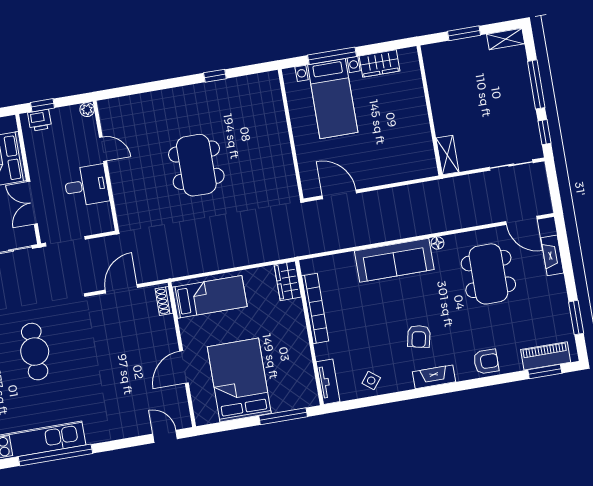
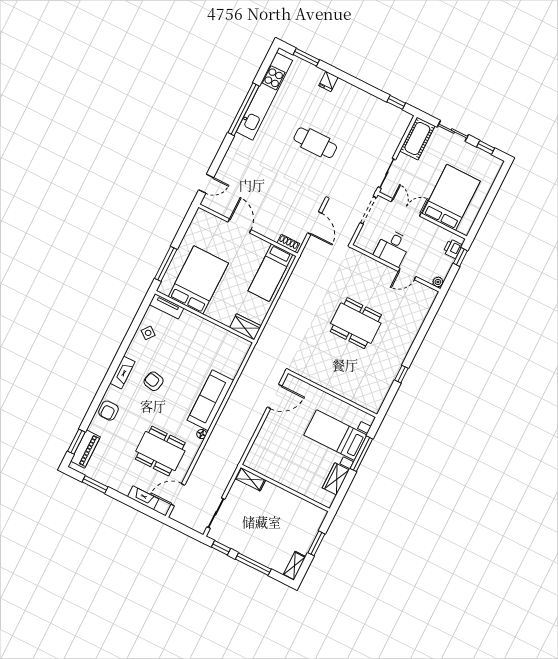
bookcase: (315, 308) -> (217, 331), removed
bed: (239, 380) -> (198, 280), moved, turned -90

